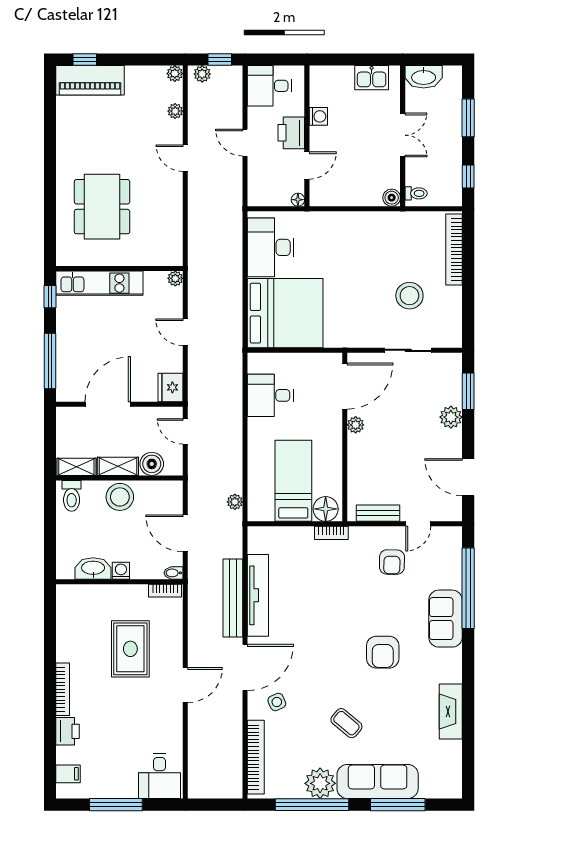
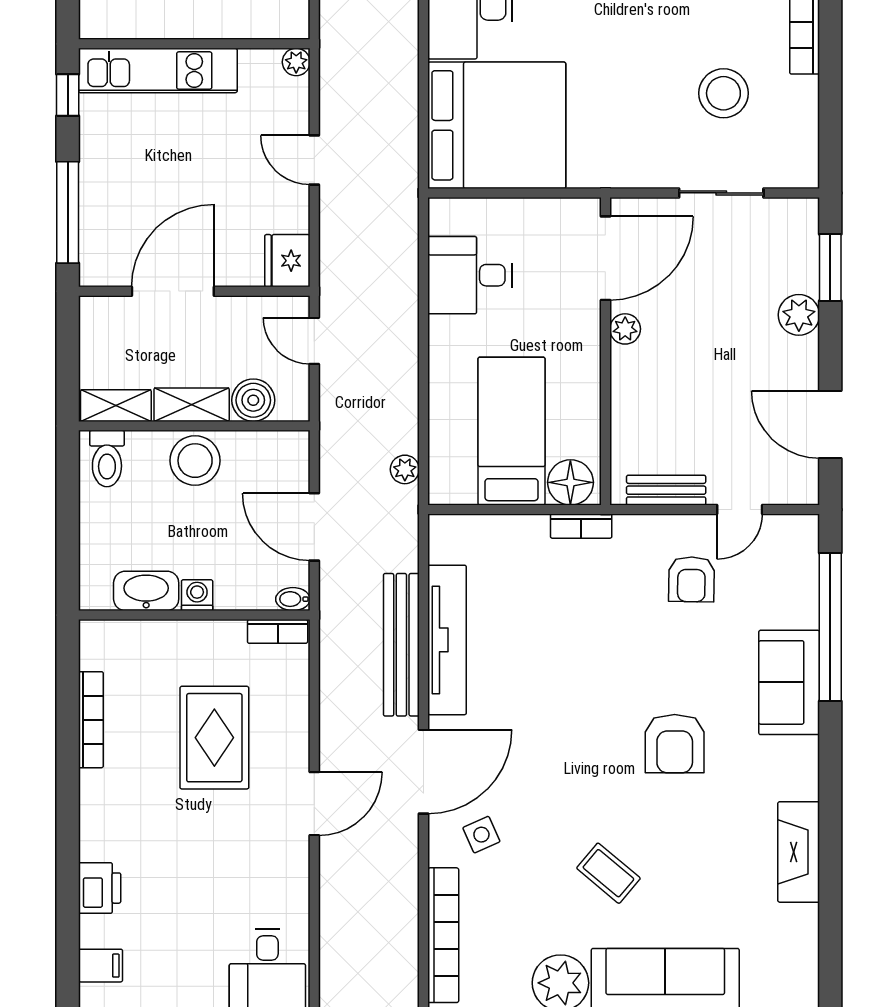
bookcase: (63, 689) -> (91, 720), moved

